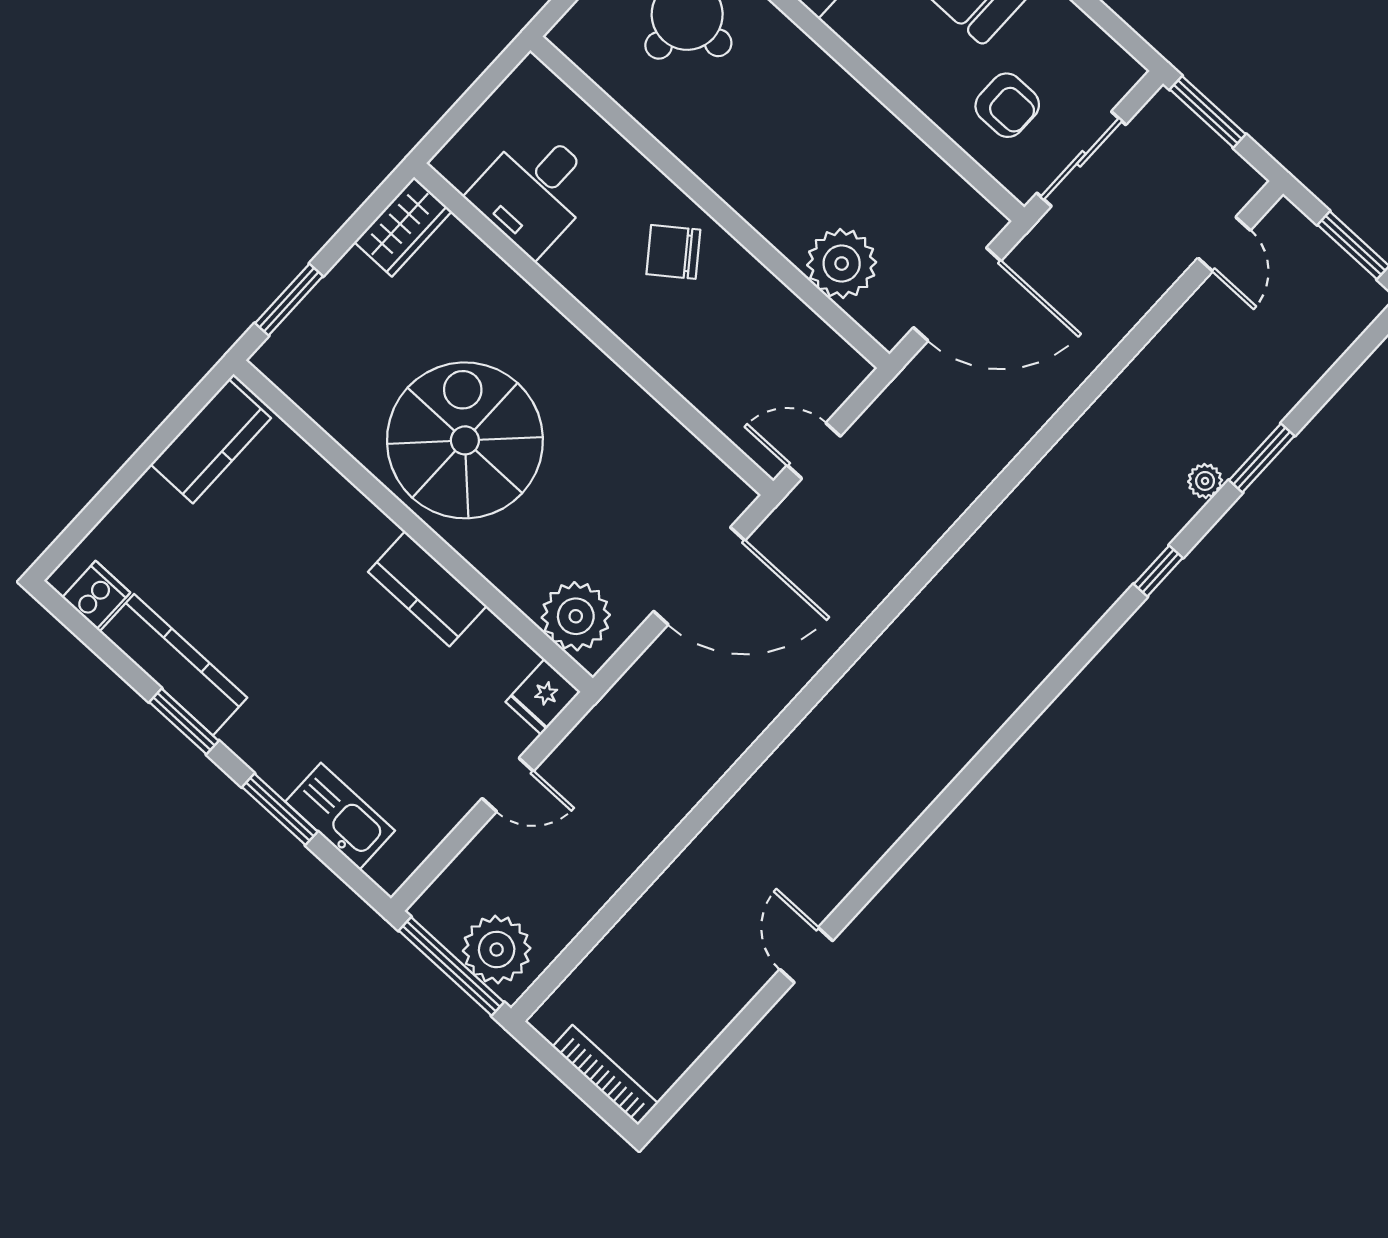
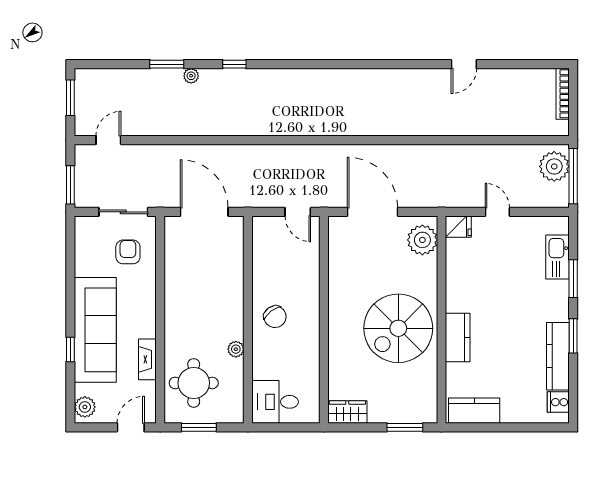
desk: (534, 191) -> (275, 402), moved, turned 180
plant: (842, 264) -> (236, 349), moved, width x0.53, depth x0.53
kitchen counter: (427, 589) -> (458, 338), moved

